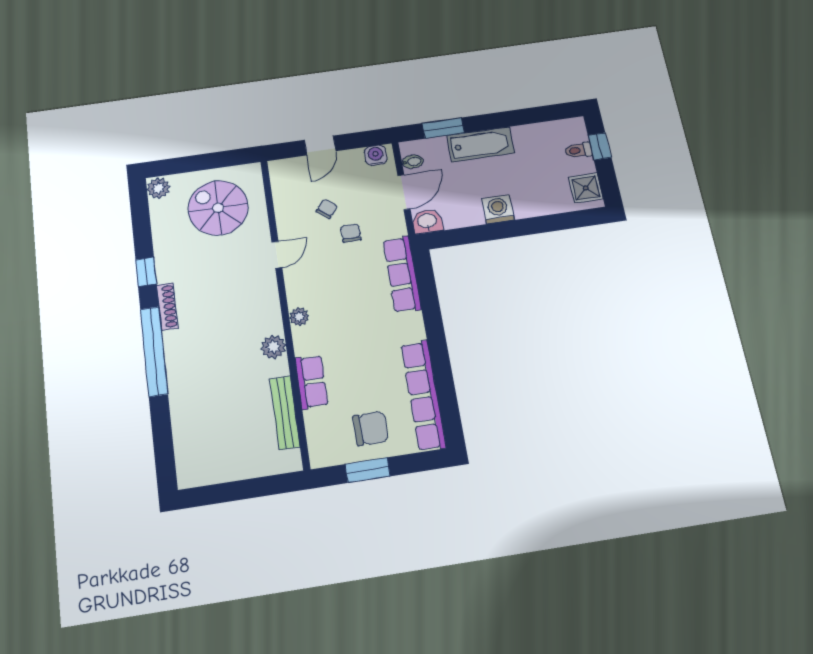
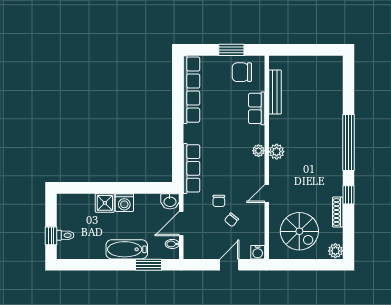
water cooler: (376, 155) -> (258, 252), moved
shower: (586, 188) -> (105, 203), moved
shoe rack: (167, 307) -> (338, 212), moved
plant: (273, 347) -> (277, 152), moved
chair: (371, 428) -> (242, 72), moved

